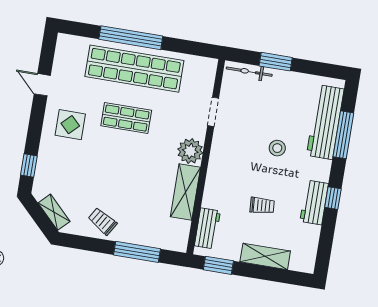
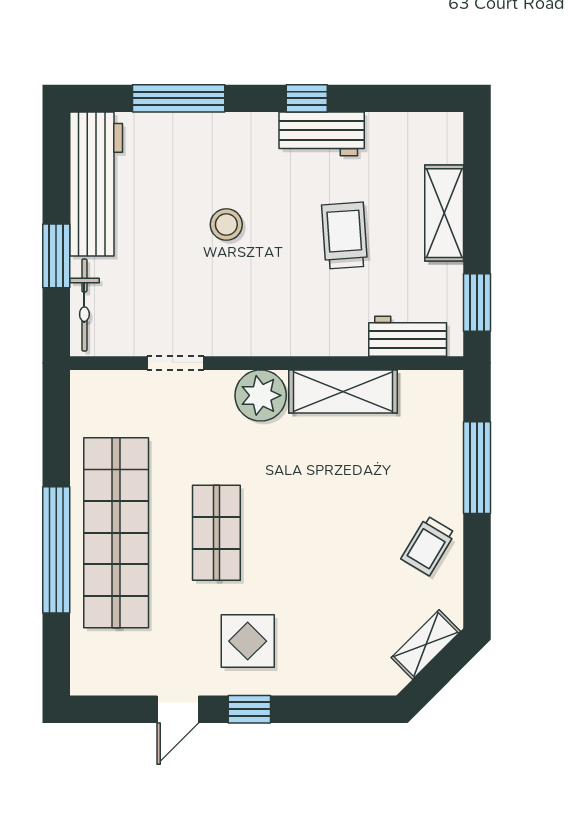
workbench: (325, 122) -> (96, 184), moved, turned -90
window: (29, 166) -> (249, 709), moved
trolley: (262, 205) -> (345, 236), width x1.36, depth x1.39

